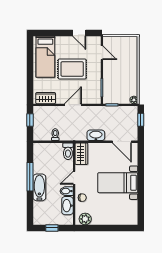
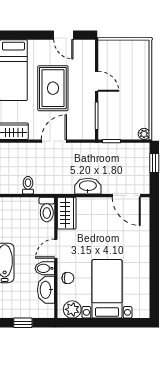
door: (102, 53) -> (97, 81), moved
rug: (72, 69) -> (53, 88), turned 90
bed with nightstands: (118, 183) -> (107, 289), moved, turned 90

